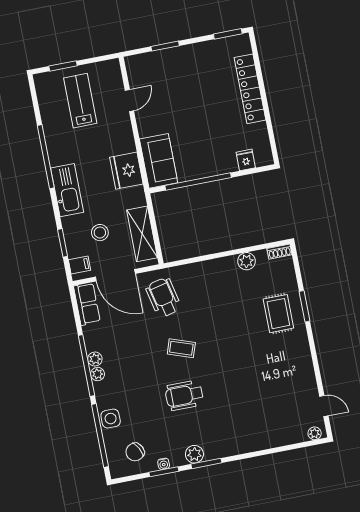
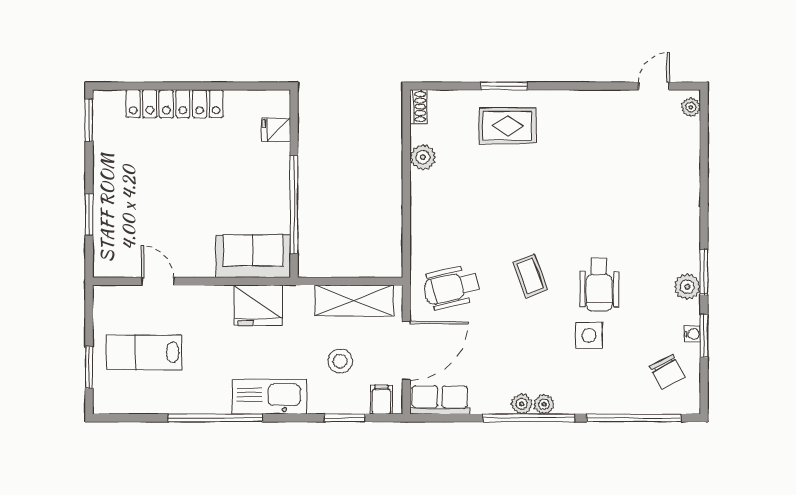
coffee table: (181, 348) -> (530, 276), turned -40
side table: (111, 419) -> (589, 335), moved

